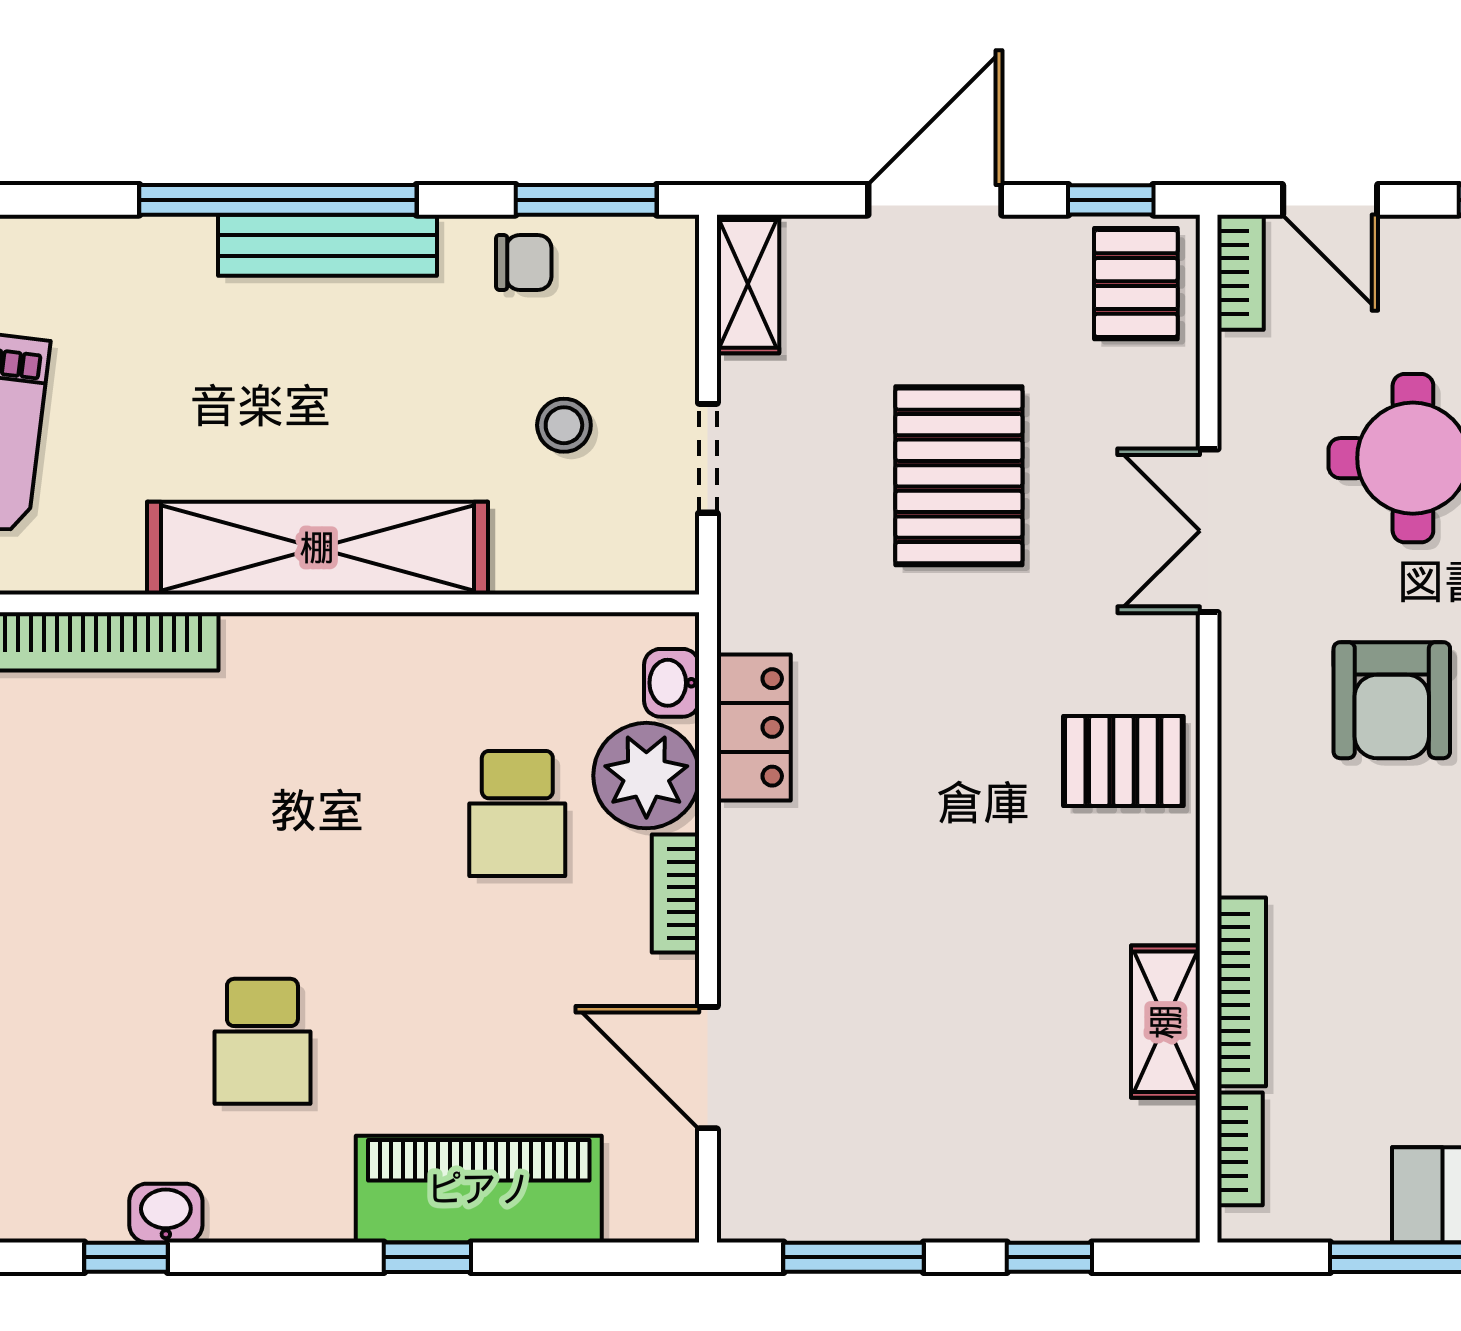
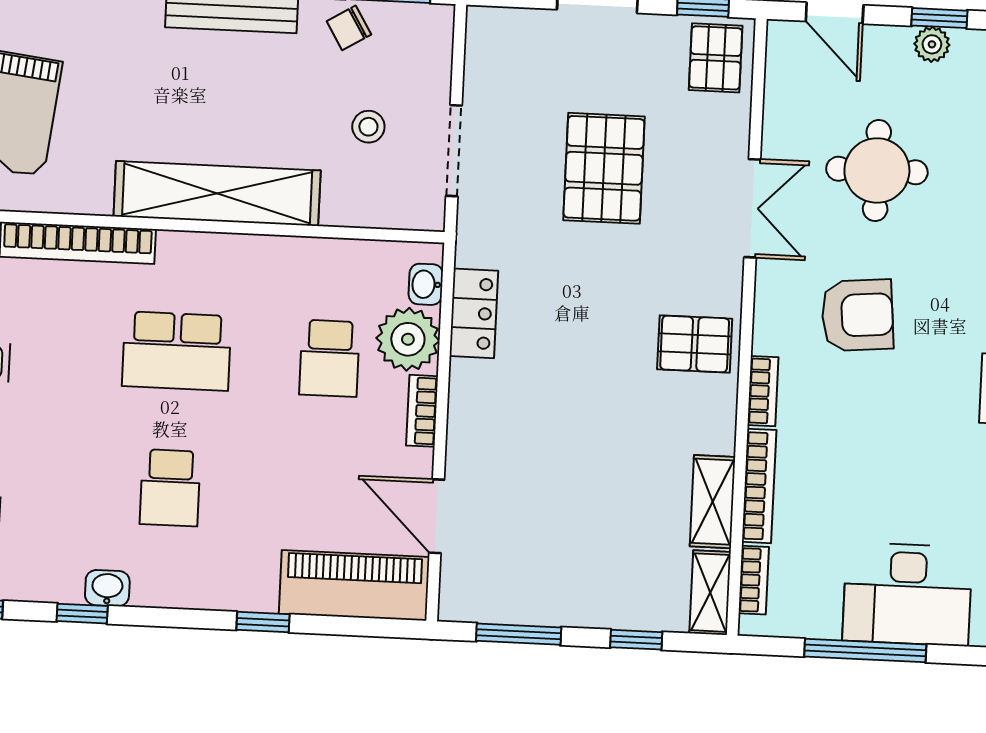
chair: (524, 262) -> (349, 28), turned 149
bookcase: (1241, 272) -> (763, 391), moved
shelving: (748, 284) -> (710, 593), moved
doorway: (708, 458) -> (454, 151), width x1.38
double door: (1209, 531) -> (752, 208), swing flipped
armchair: (1392, 700) -> (857, 315), turned -95
school desk: (262, 813) -> (177, 351), added
piano: (479, 1189) -> (354, 585), moved

